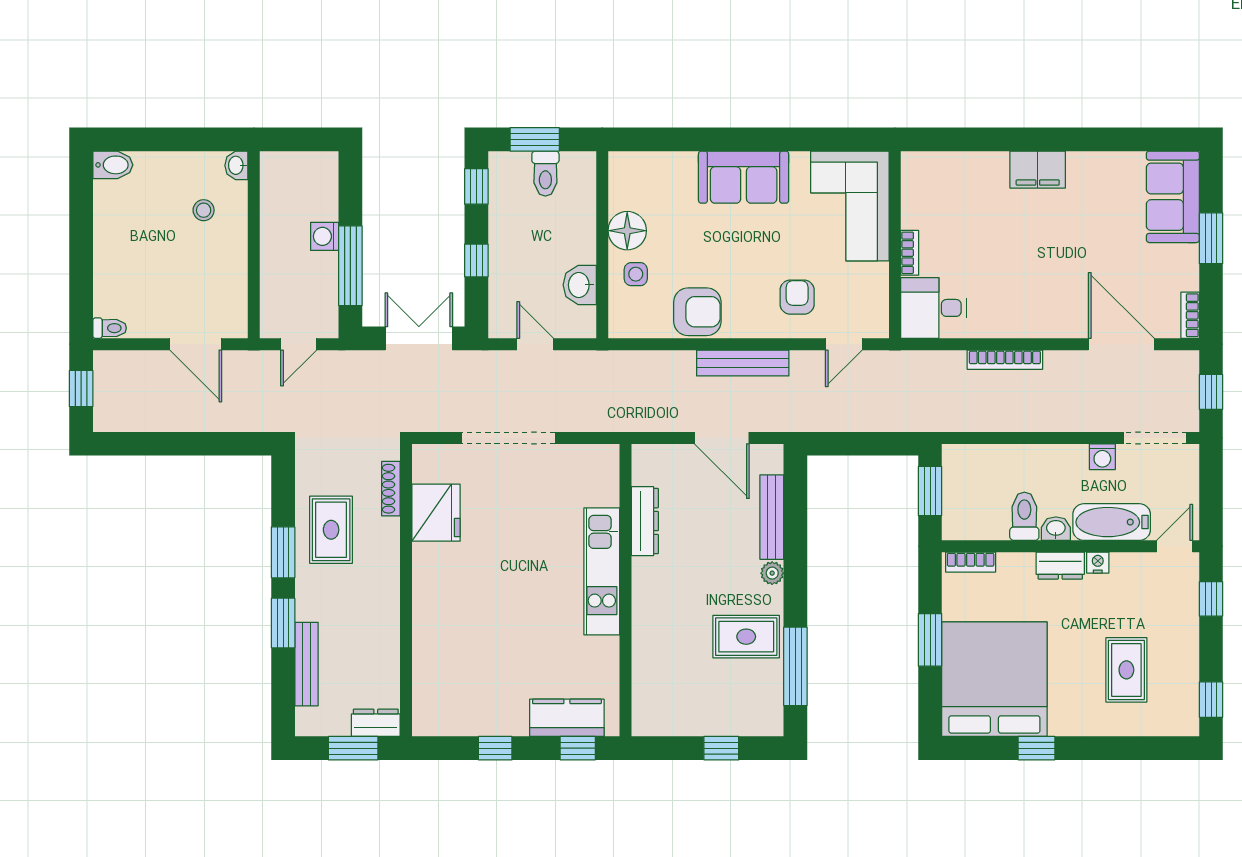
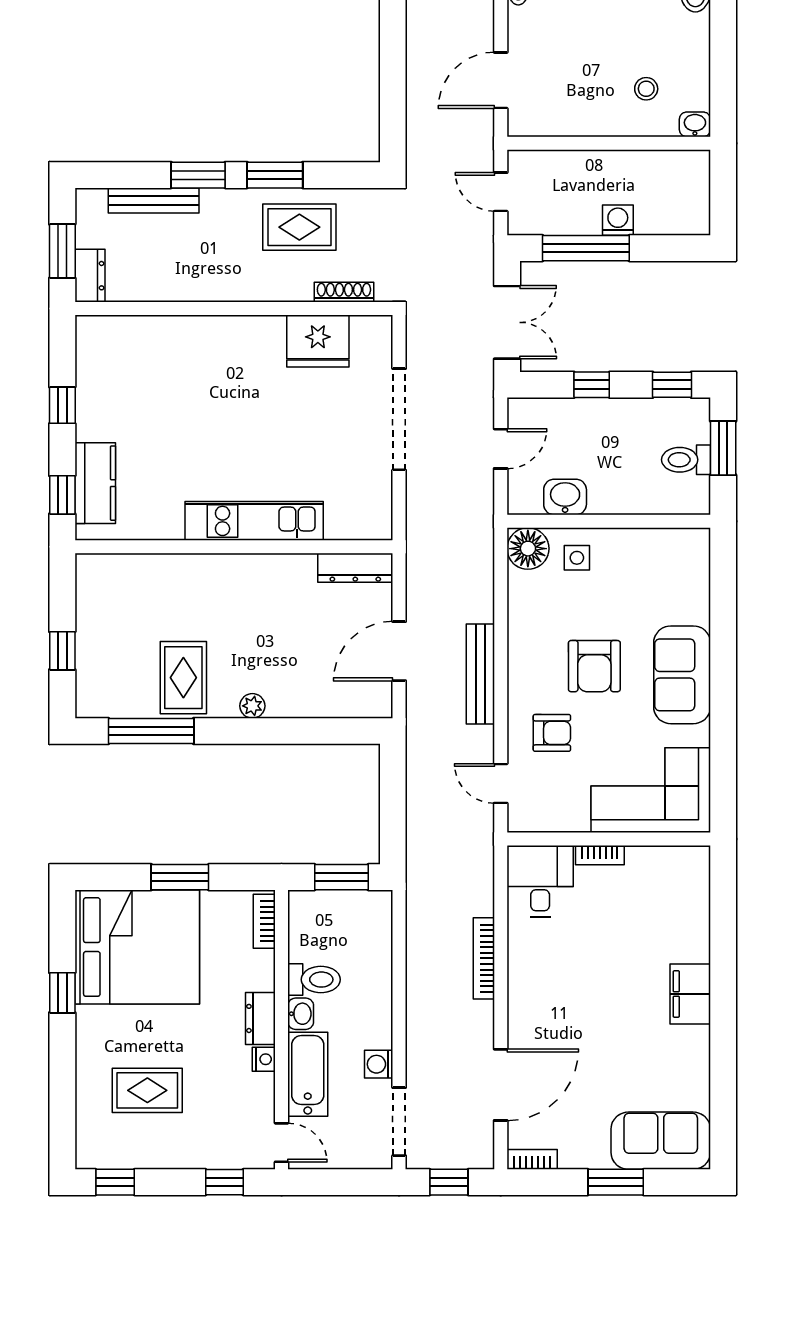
floor lamp: (627, 231) -> (528, 549), moved
armchair: (697, 312) -> (594, 666), moved
bench: (772, 517) -> (313, 705), removed
dresser: (645, 521) -> (355, 568), moved

